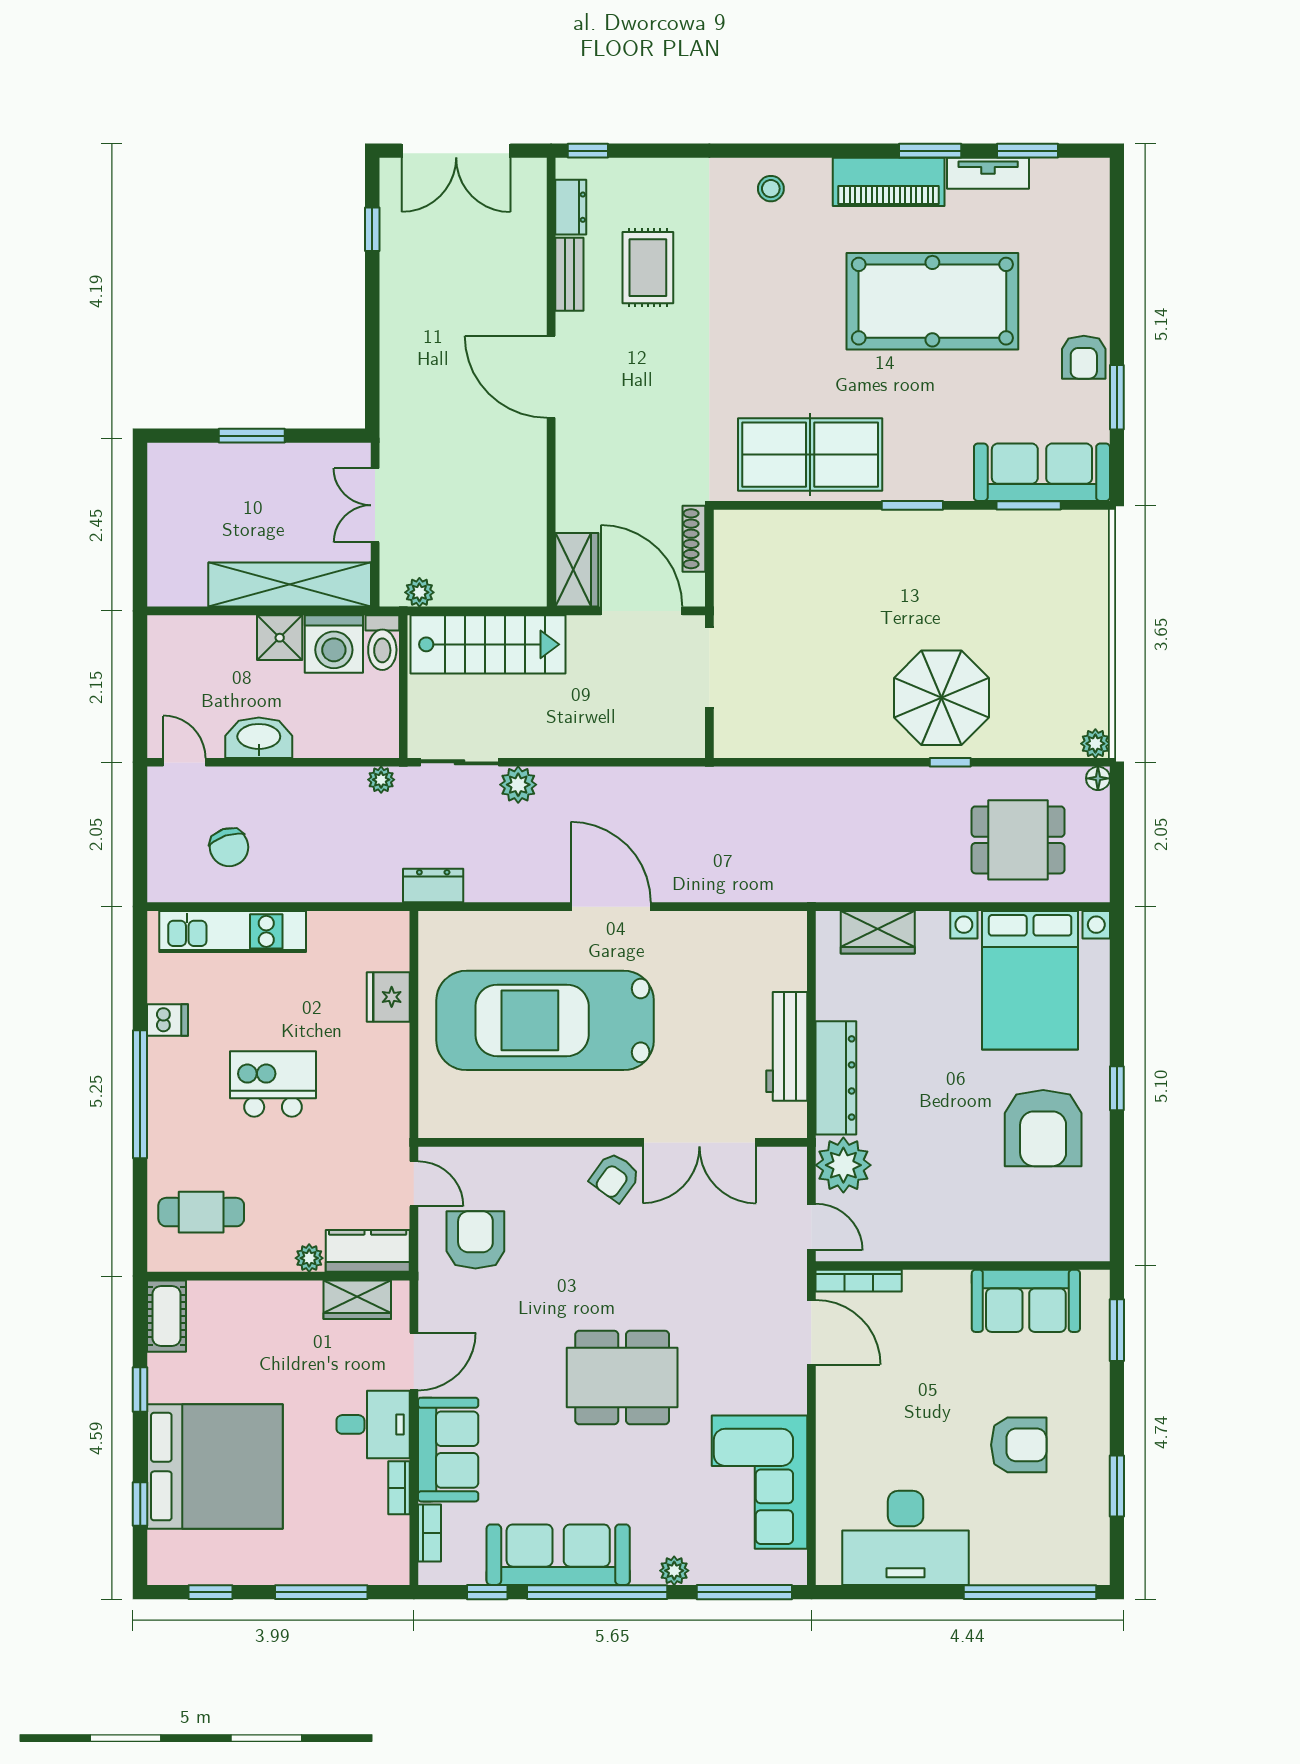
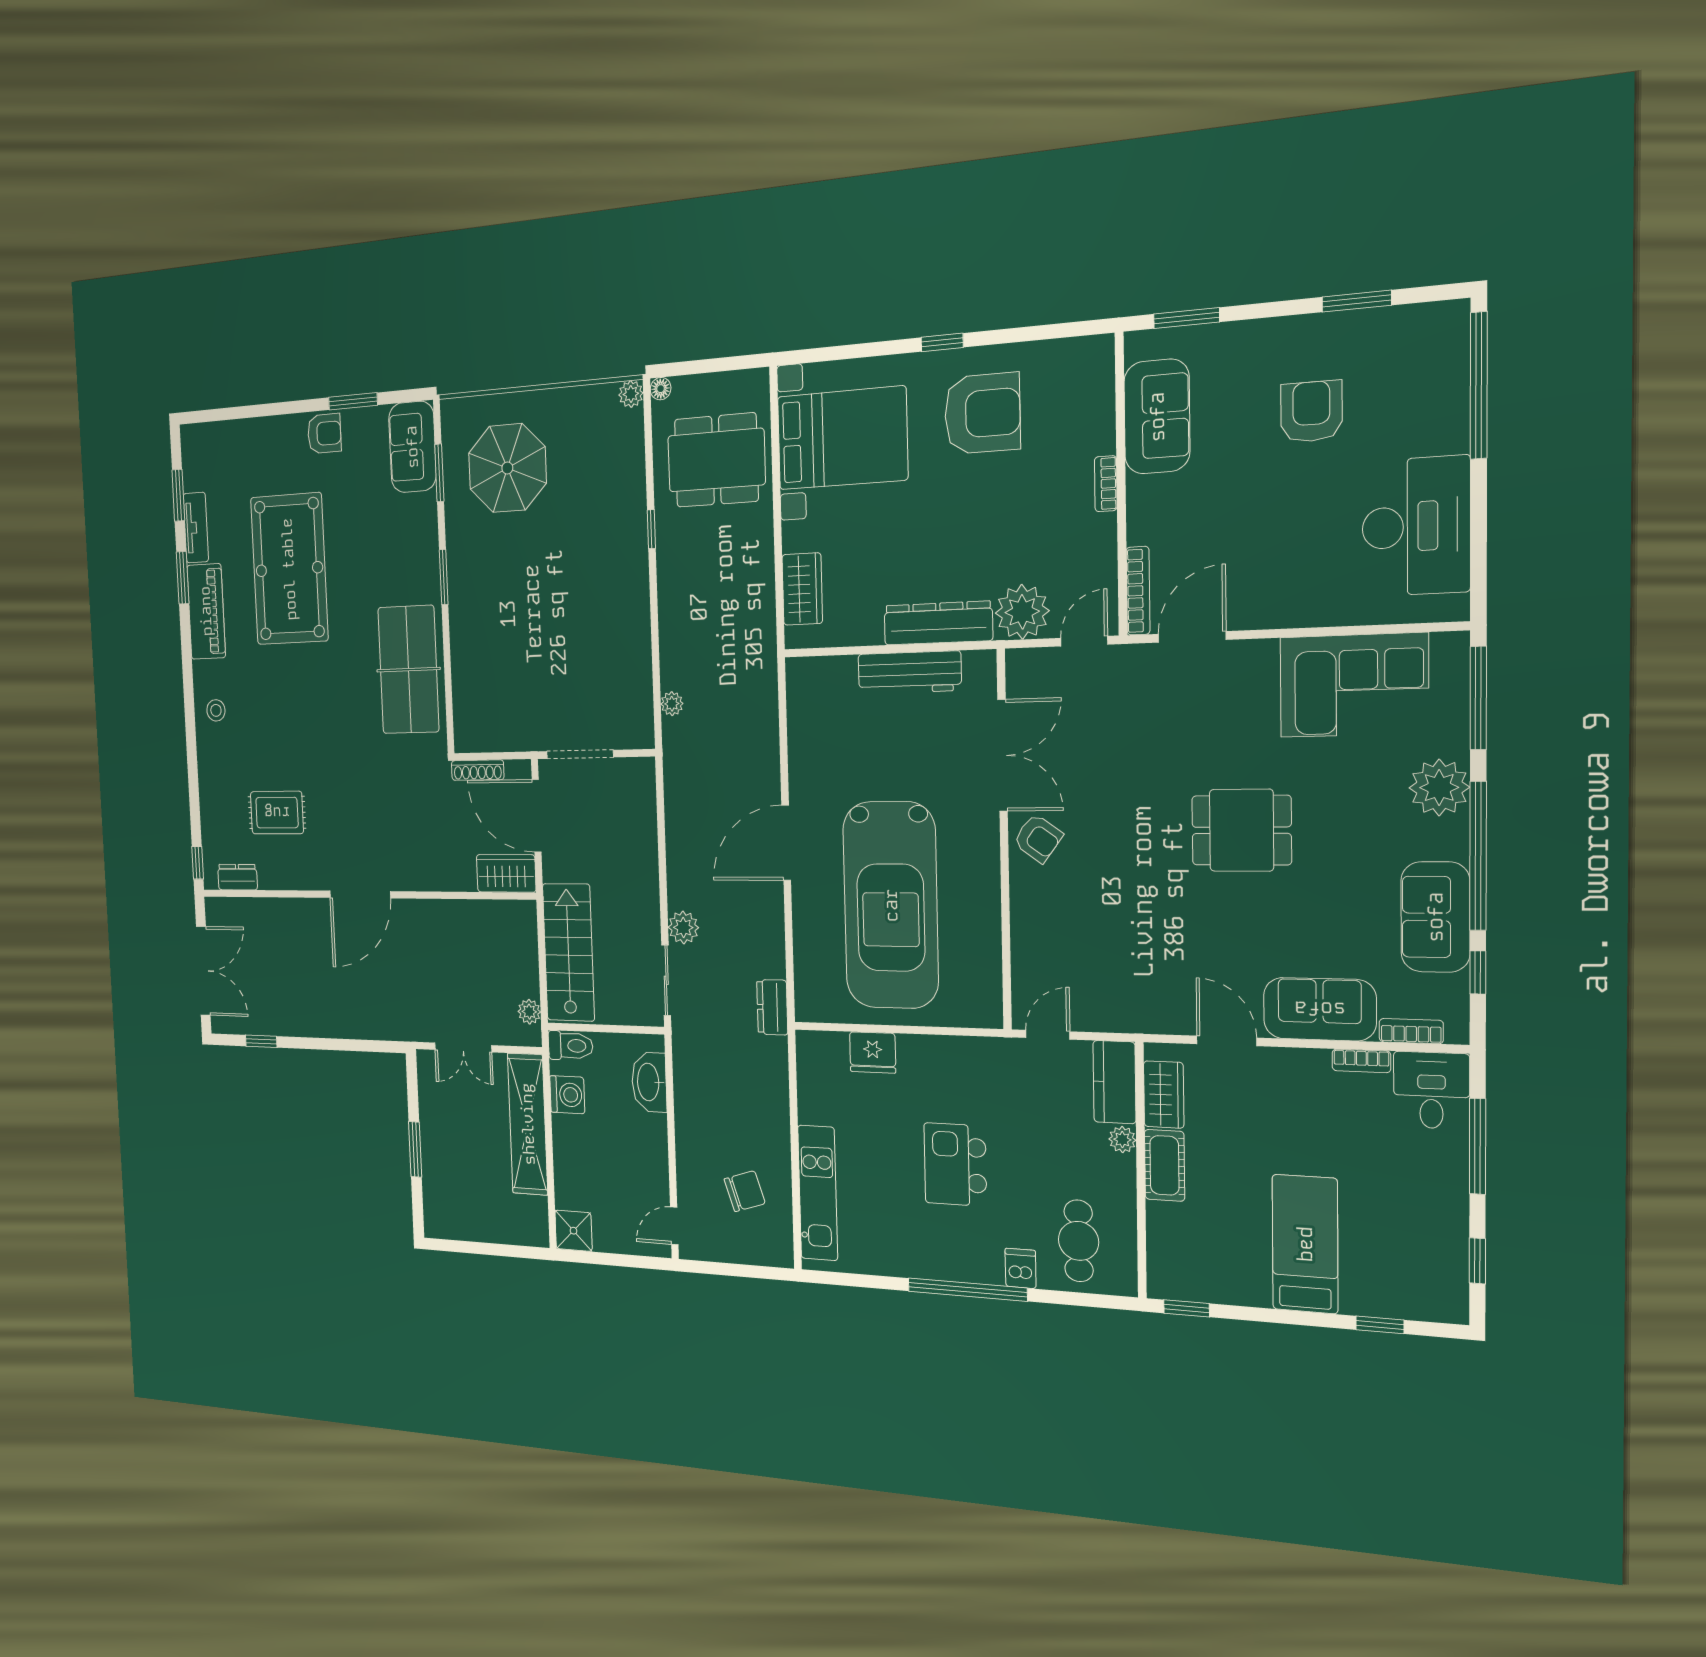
bench: (569, 274) -> (285, 879), removed
sofa: (1042, 472) -> (412, 447), width x0.73
door: (642, 611) -> (537, 816), hinge flipped
shower: (280, 638) -> (573, 1231), moved
washing machine: (334, 644) -> (567, 1095), width x0.73, depth x0.73
parasol: (941, 698) -> (507, 468), moved
washbasin: (259, 738) -> (649, 1082), moved
plant: (381, 780) -> (672, 704), moved
dining table: (1018, 840) -> (716, 460), width x1.38
dishwasher: (167, 1020) -> (1021, 1268), moved
armchair: (475, 1240) -> (1102, 976), removed
bookcase: (965, 1251) -> (1106, 484), added
cot: (167, 1316) -> (1164, 1165), moved, turned 90
dining table: (622, 1378) -> (1241, 830), width x0.73
window: (140, 1389) -> (1187, 1308), moved
desk: (373, 1424) -> (1431, 1090), moved
bed: (215, 1467) -> (1305, 1244), width x0.49
sofa: (558, 1555) -> (1435, 917), width x0.73
plant: (674, 1571) -> (1439, 787), width x1.87, depth x1.87

